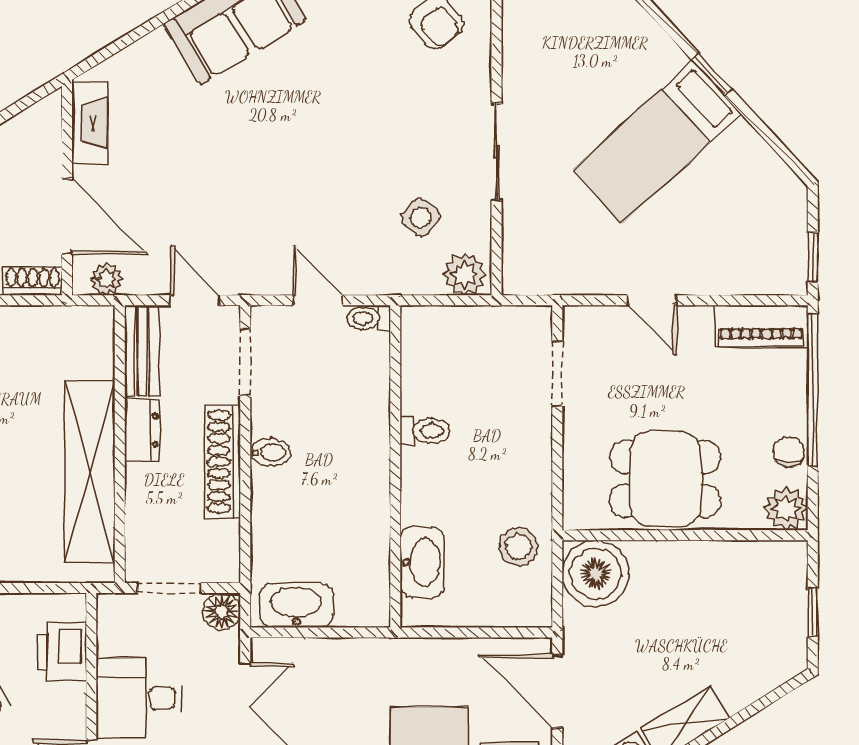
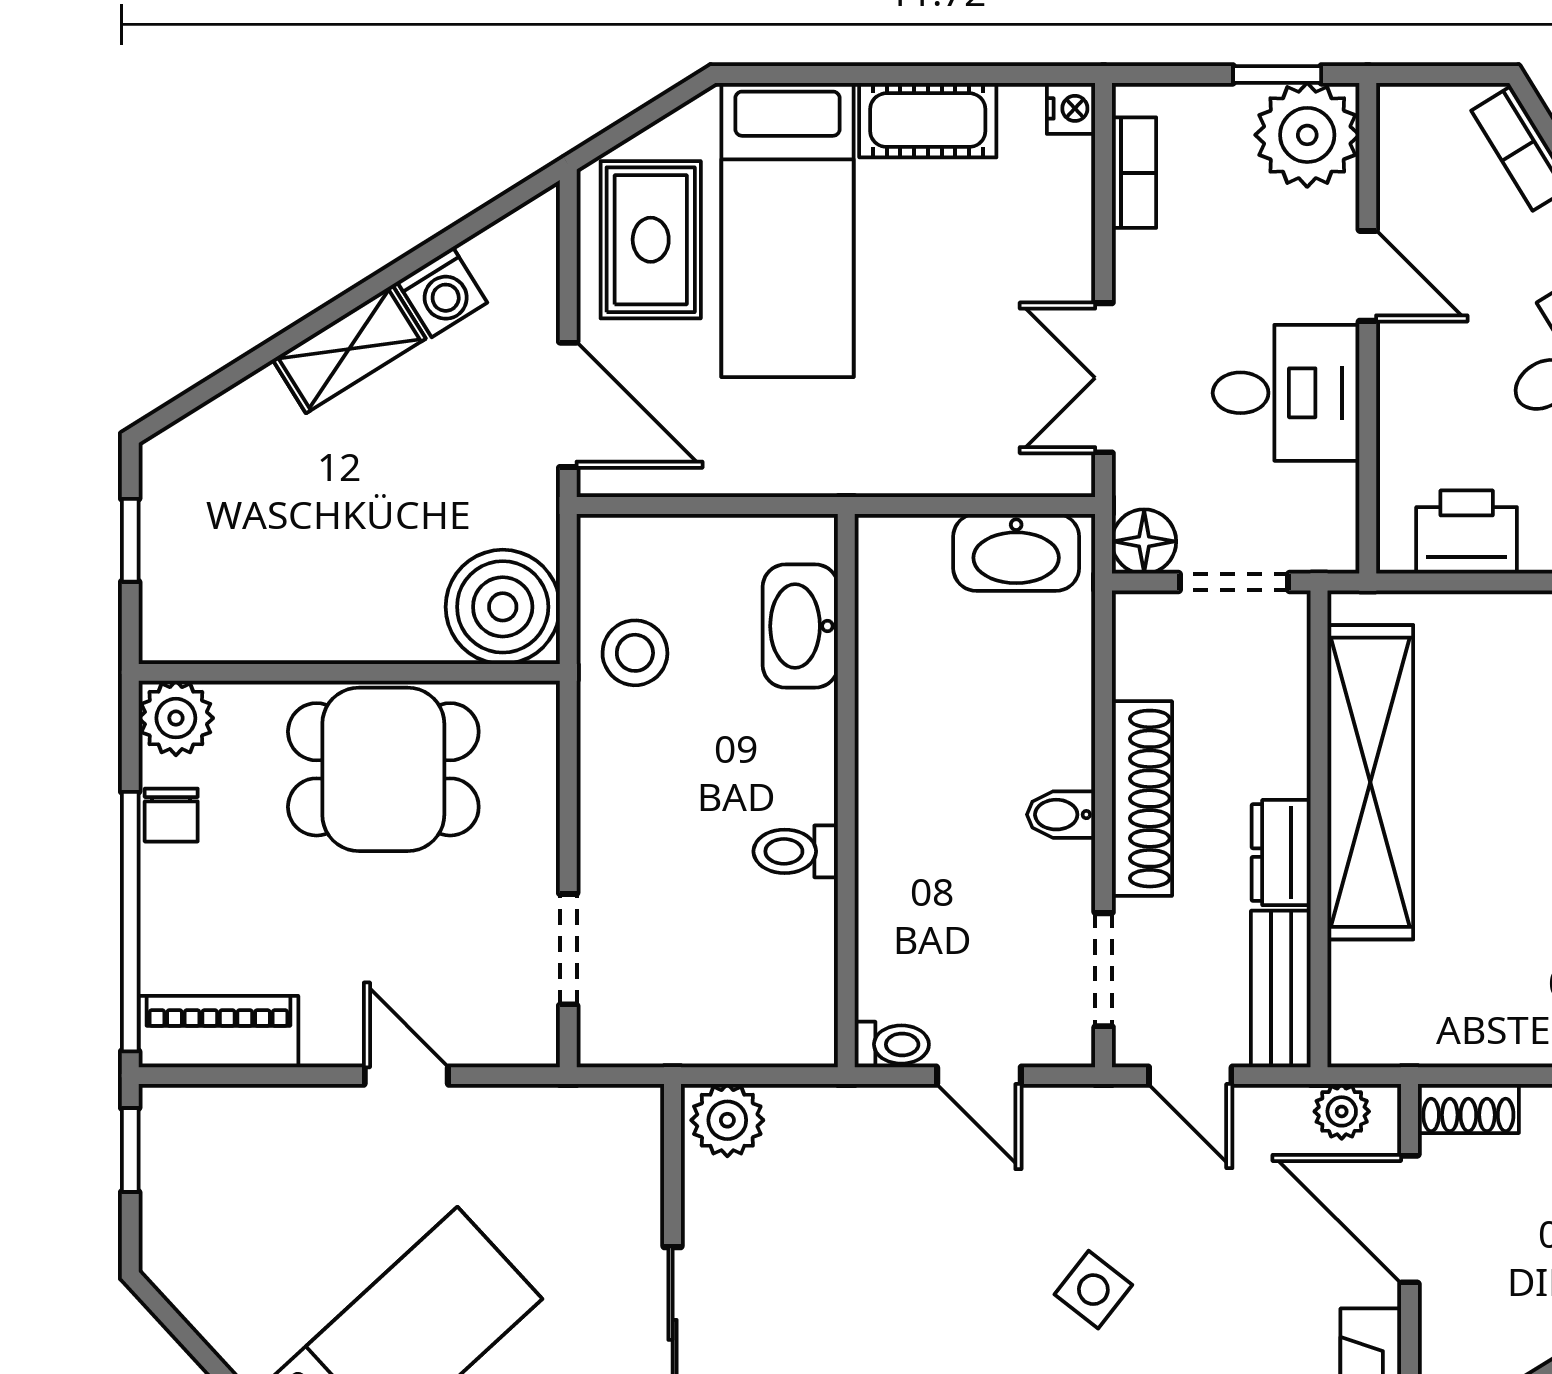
side table: (421, 217) -> (1093, 1290), moved
printer: (62, 652) -> (1467, 532), moved, turned -90

